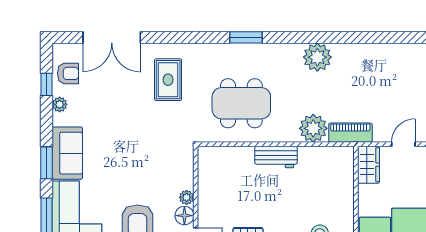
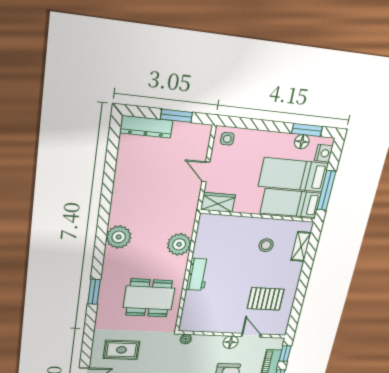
dining table: (241, 103) -> (149, 298), turned 90
piano: (350, 133) -> (188, 215), removed
plant: (187, 197) -> (186, 339), moved

